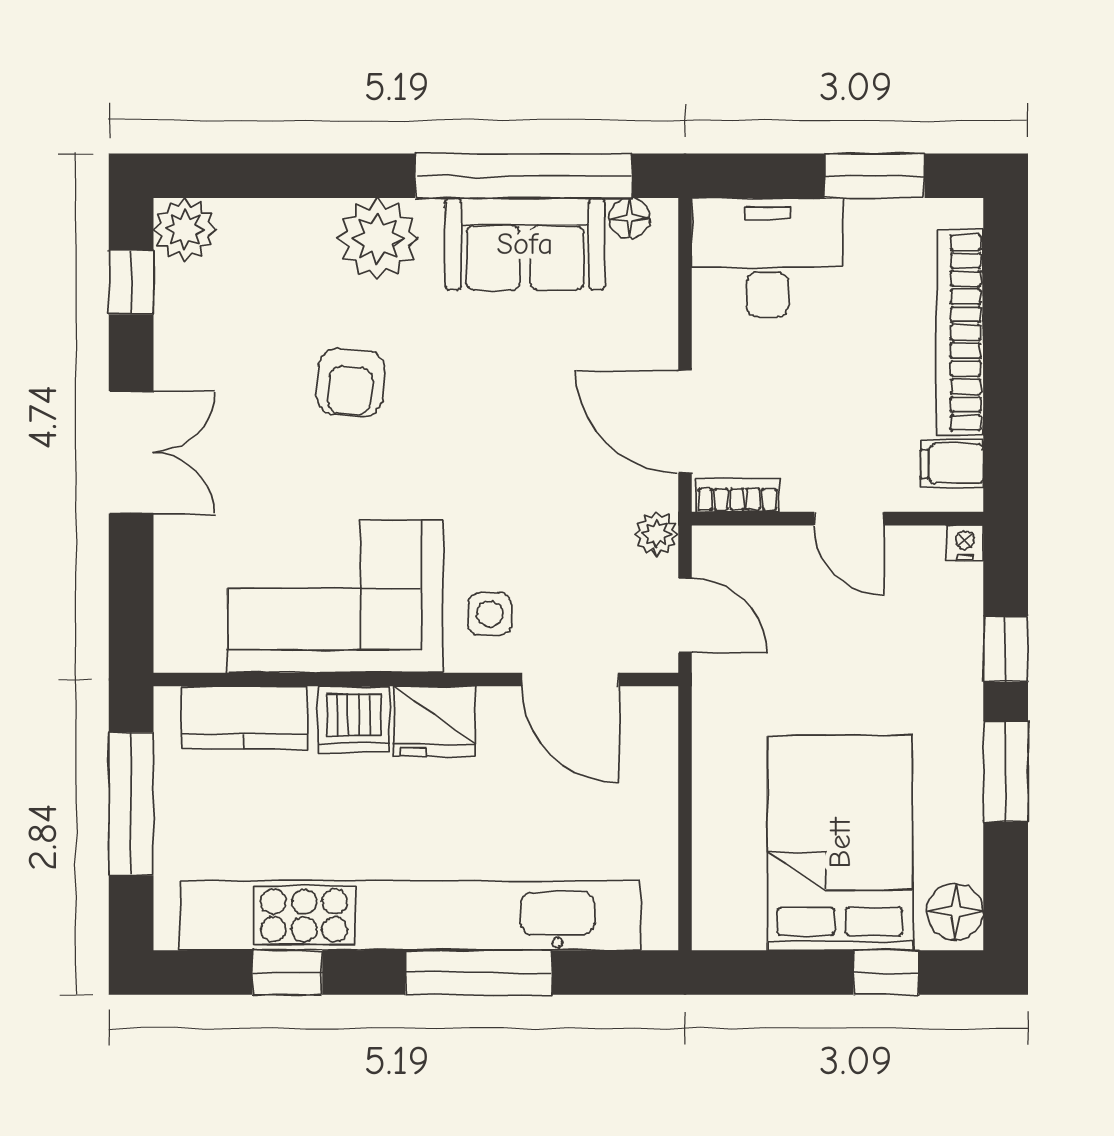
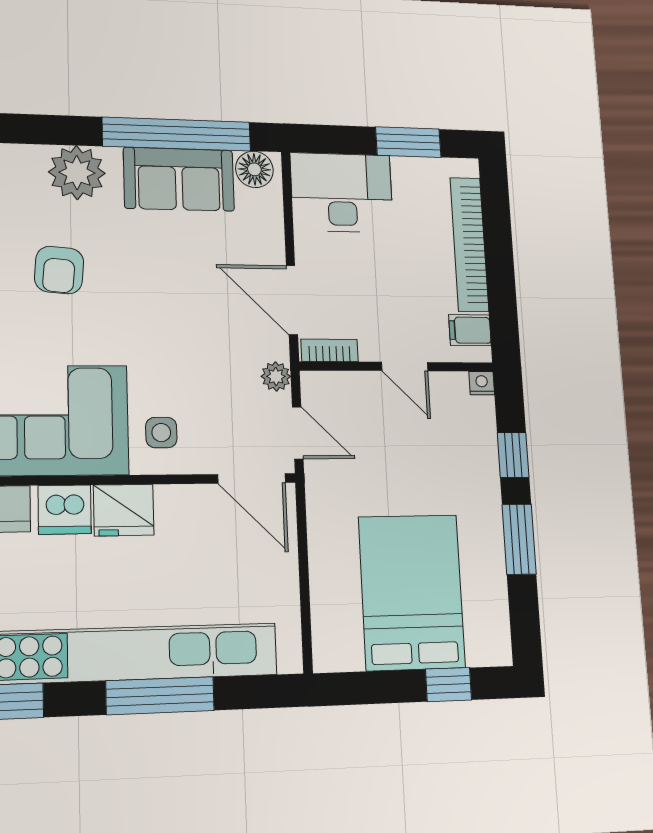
floor lamp: (629, 218) -> (254, 169), width x1.37, depth x1.37
door: (570, 680) -> (252, 478), moved
floor lamp: (955, 912) -> (492, 639), removed

